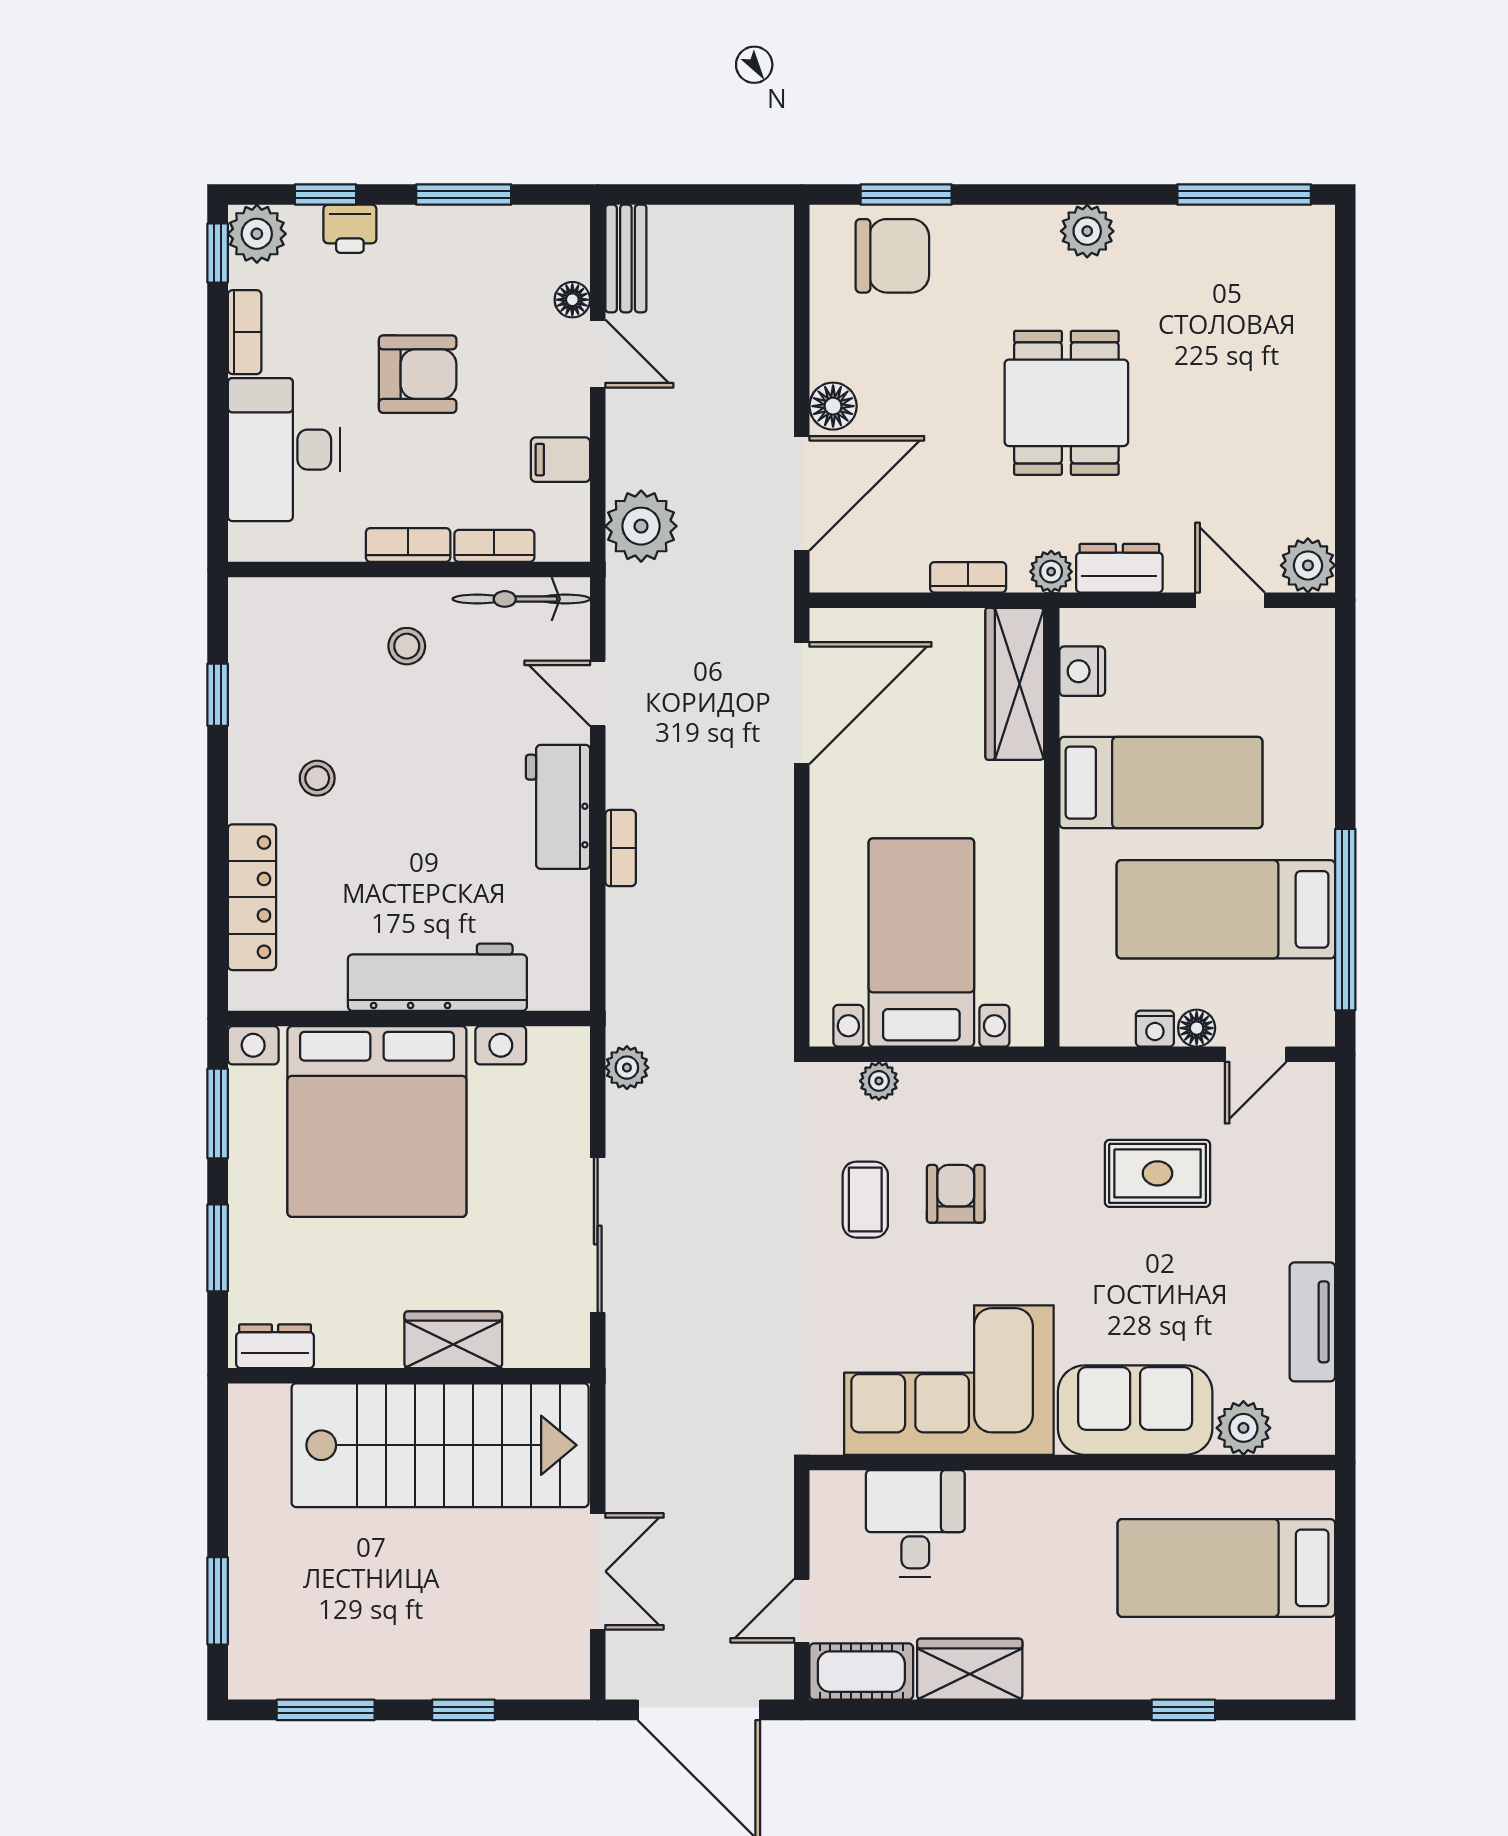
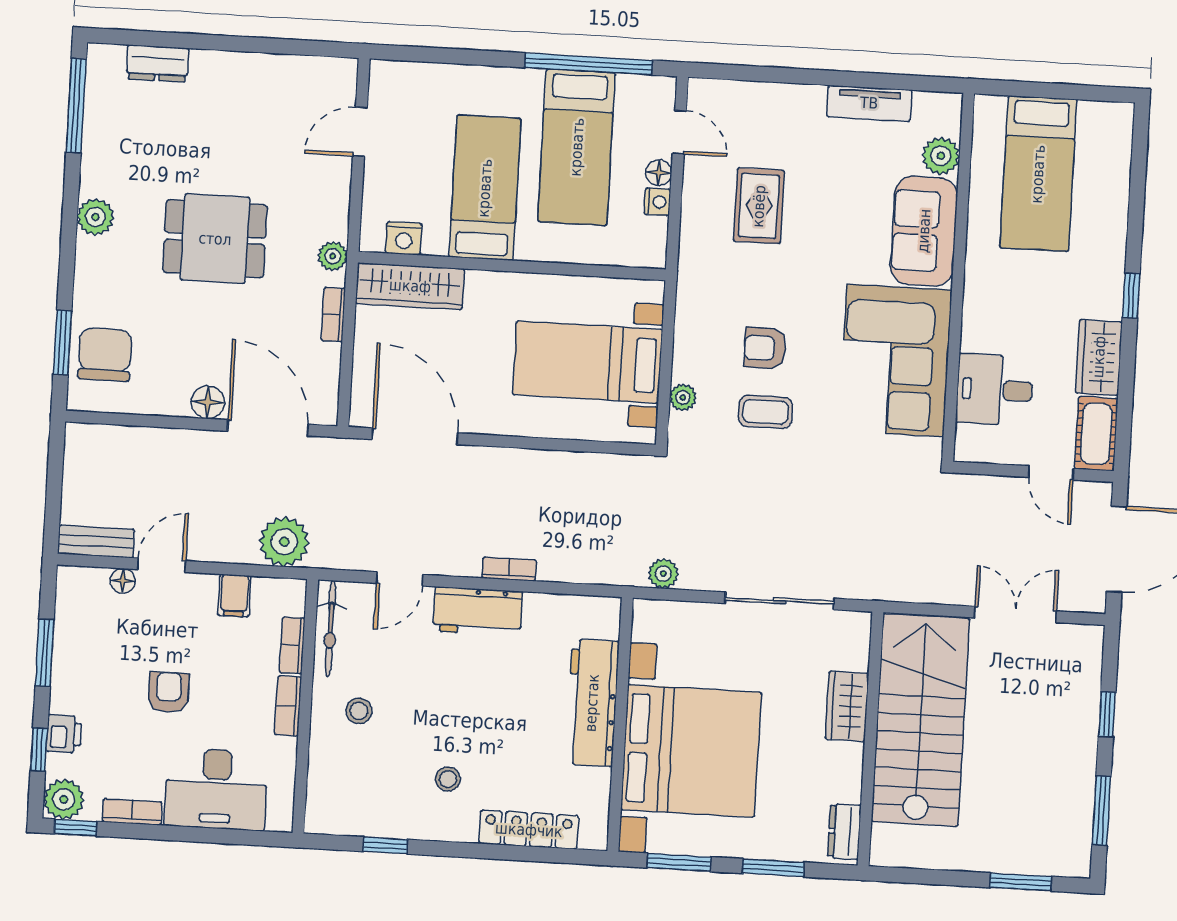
armchair: (418, 374) -> (169, 692), width x0.72, depth x0.72
plant: (1308, 565) -> (339, 76), removed
dresser: (1119, 568) -> (158, 63), moved, turned -90
window: (1183, 1710) -> (1131, 296), moved

